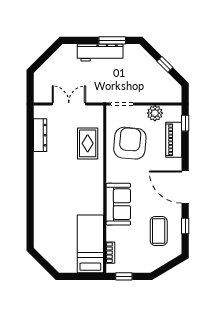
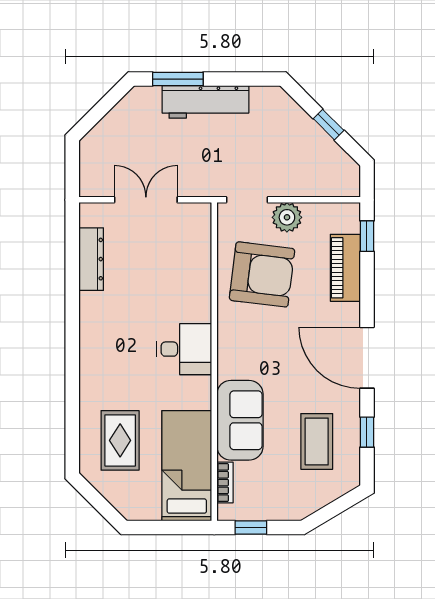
window: (112, 40) -> (178, 79), moved
plant: (155, 113) -> (287, 217), moved
rug: (88, 143) -> (120, 440), moved
armchair: (130, 143) -> (262, 274), turned 92
desk: (89, 182) -> (184, 349), added
sofa: (118, 204) -> (240, 420), moved

